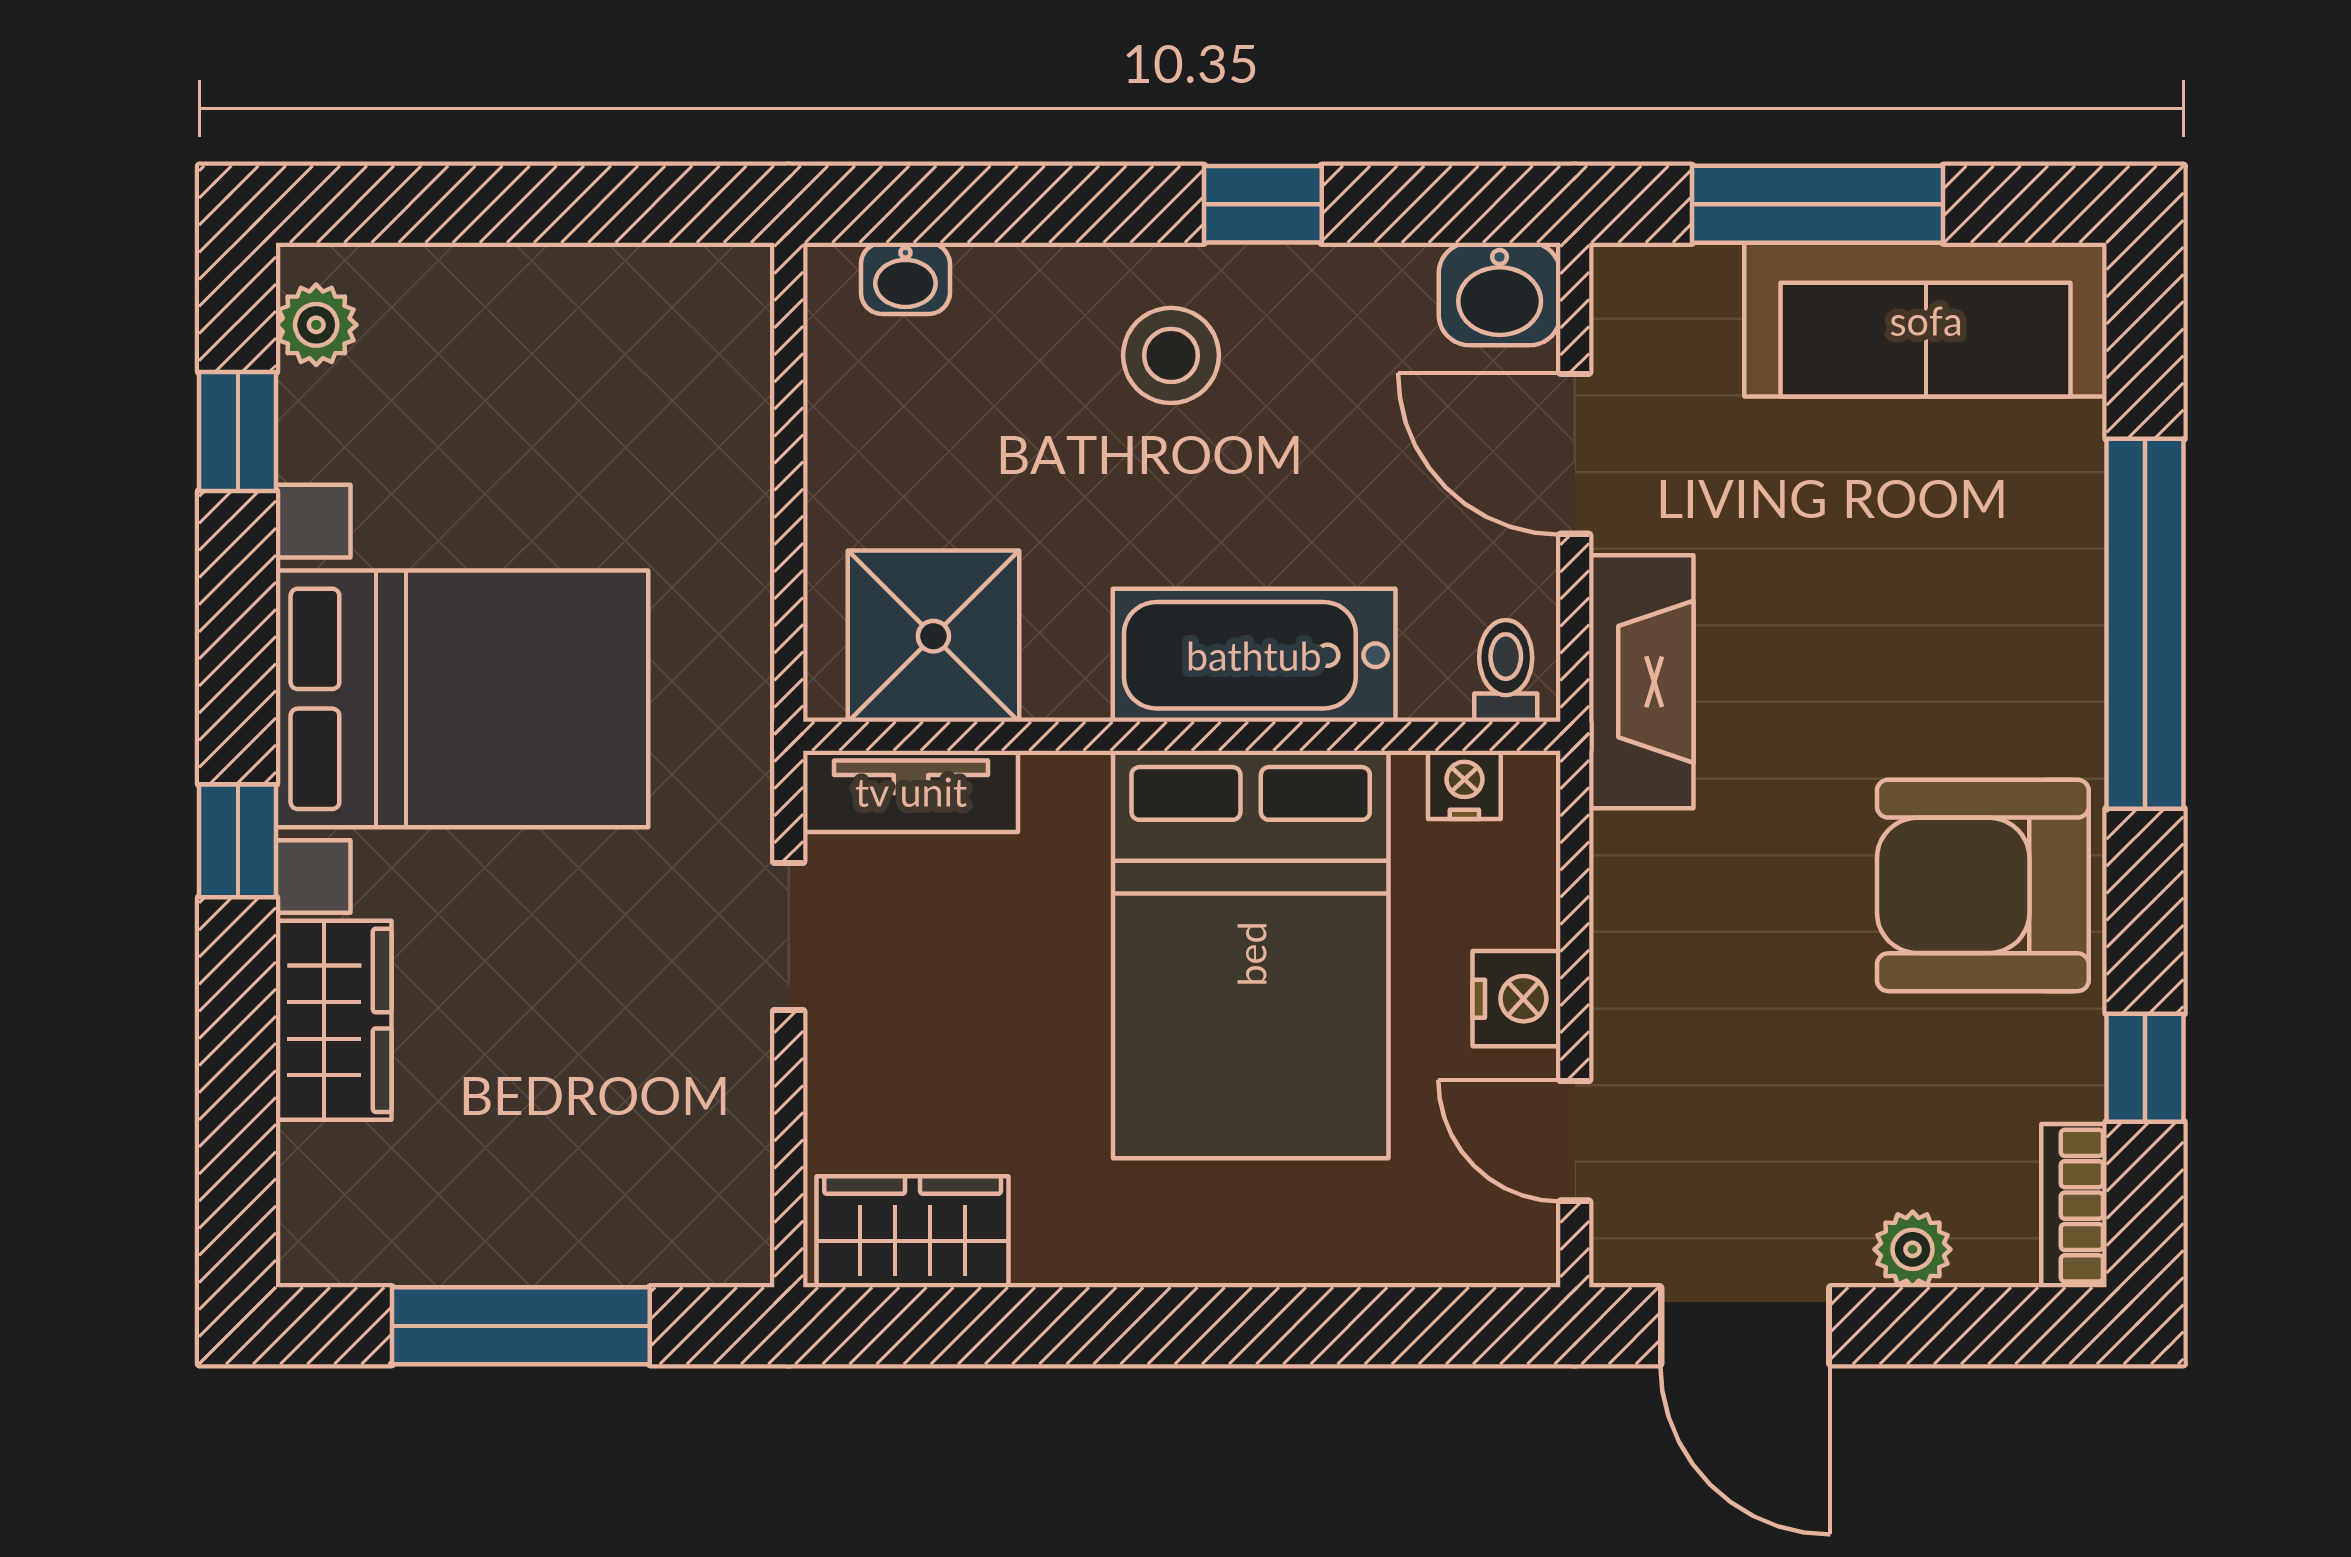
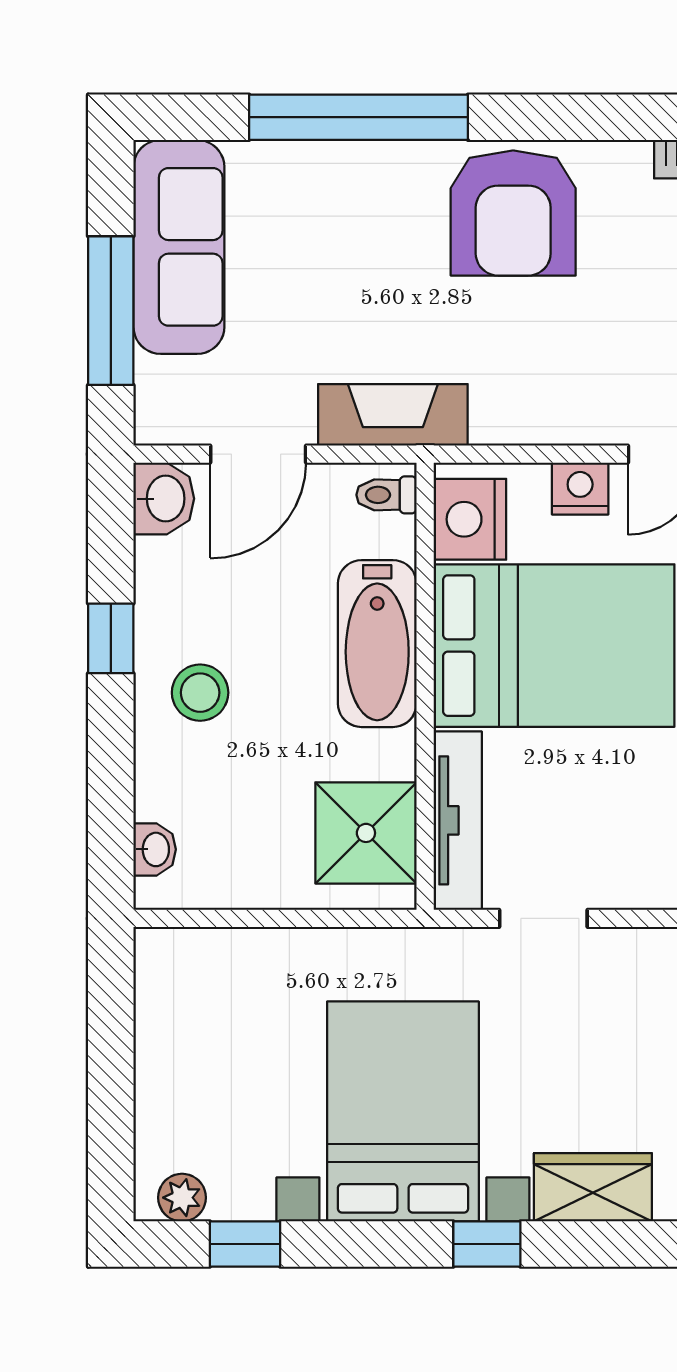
nightstand: (1464, 785) -> (470, 519), width x1.89, depth x1.79
tv unit: (911, 791) -> (458, 820), width x1.41
window: (2145, 1068) -> (621, 117), removed

